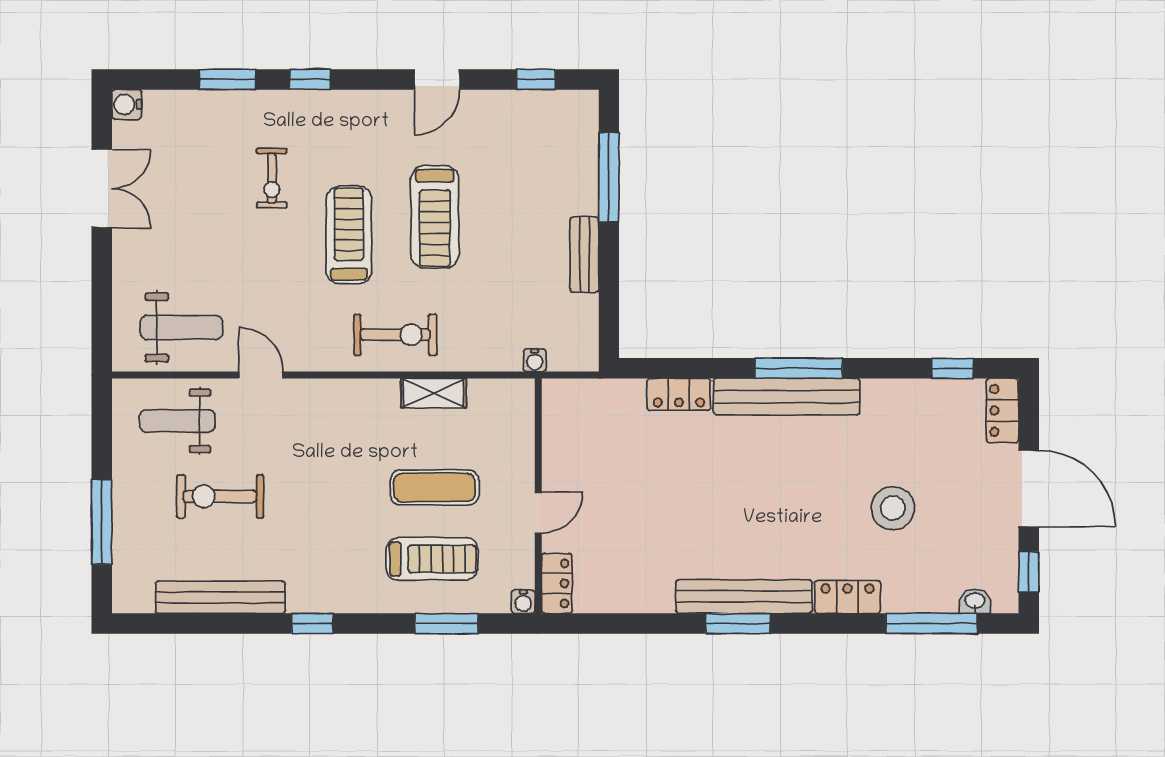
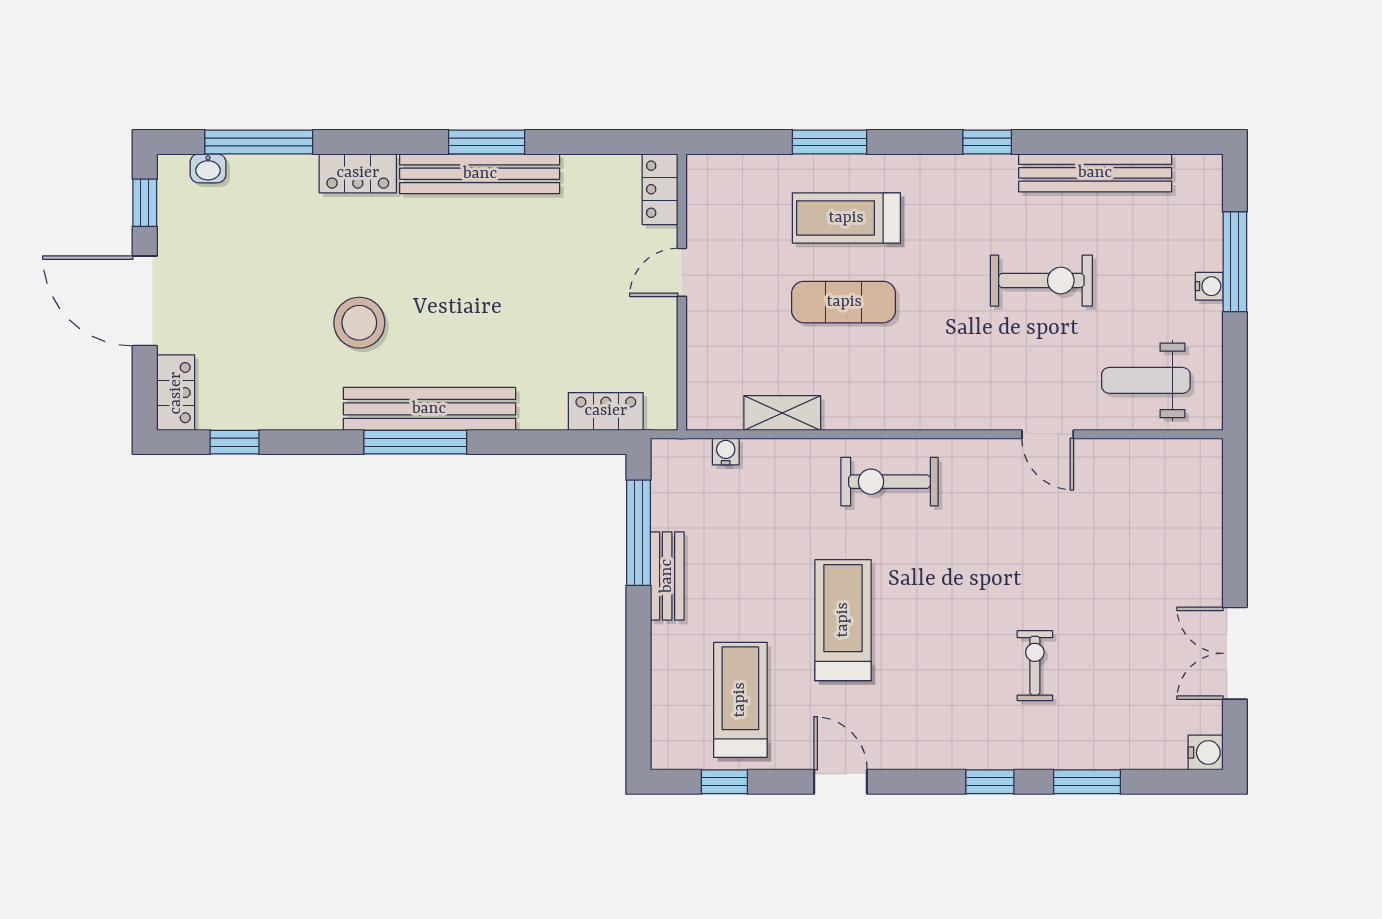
door: (437, 79) -> (840, 782), hinge flipped
window: (609, 177) -> (638, 533), moved
treadmill: (349, 235) -> (740, 700), moved, turned 180
weight bench: (181, 327) -> (1141, 490), removed
shelving: (434, 393) -> (782, 413), moved
locker: (679, 394) -> (606, 411), moved
weight bench: (177, 421) -> (1146, 380), turned 180
exercise bike: (220, 496) -> (1041, 281), moved
wall: (538, 496) -> (682, 292), moved
stool: (893, 508) -> (359, 323), moved
door: (538, 513) -> (682, 272), moved
locker: (557, 583) -> (660, 189), moved
water cooler: (523, 602) -> (1209, 286), moved, turned 90

